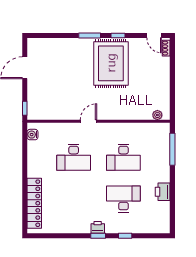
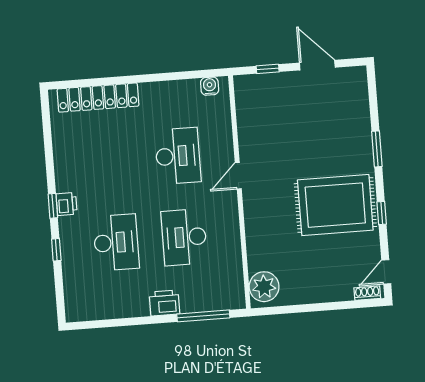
window: (90, 36) -> (377, 149), moved
window: (25, 108) -> (268, 69), moved
plant: (157, 115) -> (264, 287), width x1.88, depth x1.88
door: (88, 121) -> (238, 176), swing flipped
desk: (74, 157) -> (178, 156), turned 180
printer: (163, 192) -> (164, 303), moved

